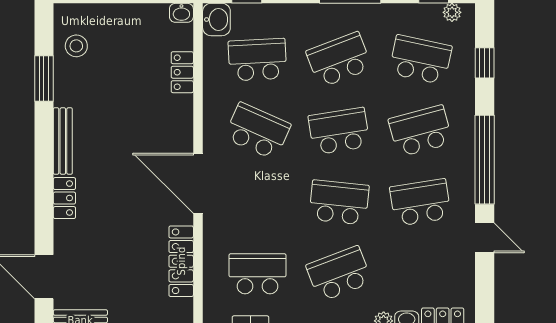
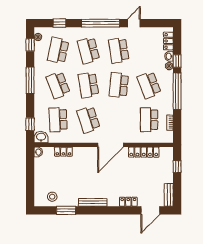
school desk: (258, 131) -> (88, 120), turned -42
locker: (64, 198) -> (128, 202), moved

